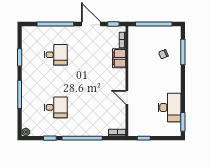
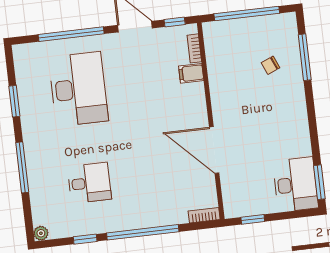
desk: (56, 55) -> (78, 89), width x1.87, depth x1.30
filing cabinet: (119, 58) -> (191, 73), width x0.50
door: (127, 97) -> (214, 150), width x1.88
desk: (169, 107) -> (295, 185), moved

